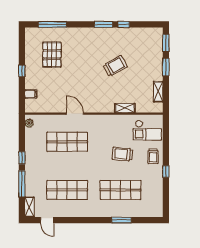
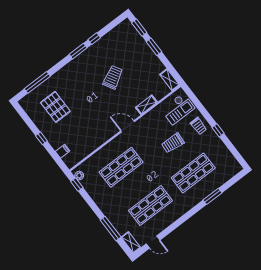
shelving: (158, 92) -> (170, 80), moved
door: (75, 114) -> (128, 126), moved
window: (22, 158) -> (77, 184), moved

